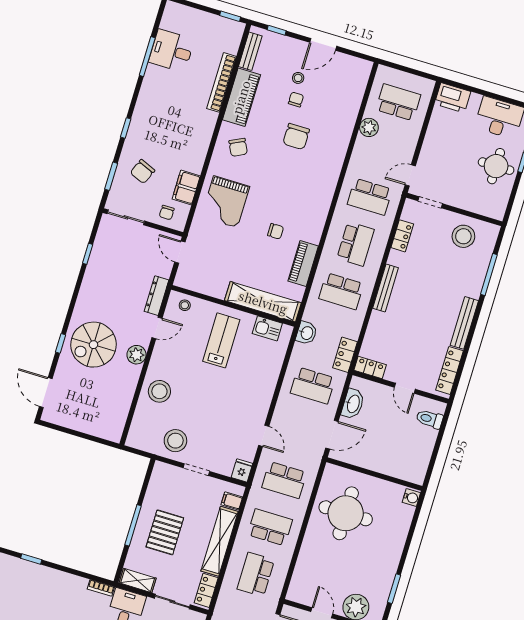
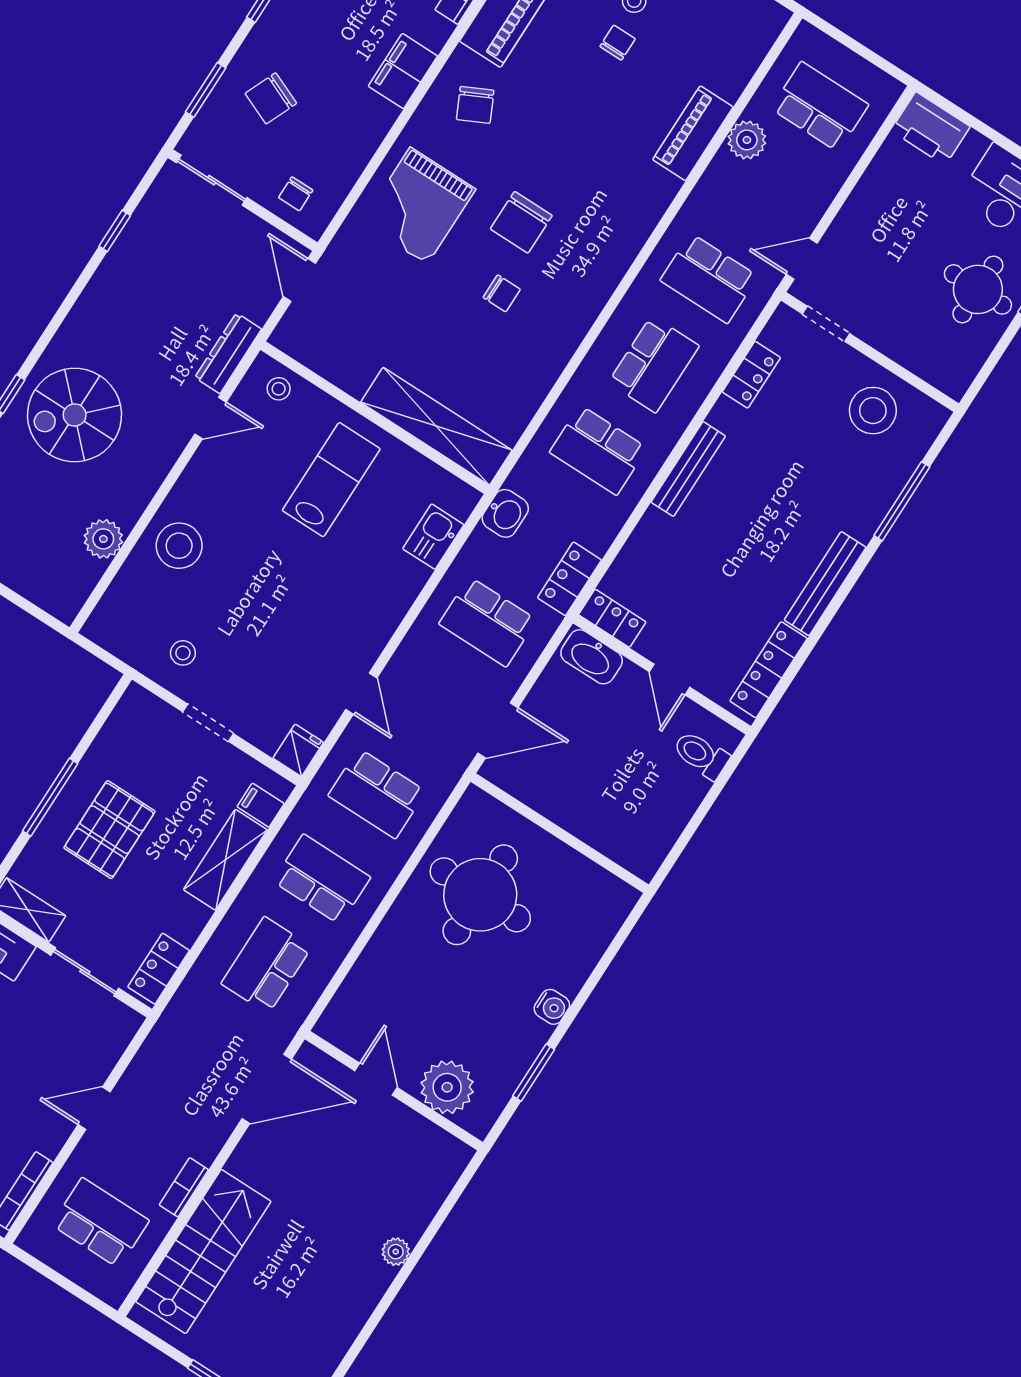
chair: (296, 137) -> (521, 222), moved
filing cabinet: (186, 187) -> (403, 71), moved
piano: (303, 263) -> (693, 133), moved
kitchen sink: (267, 328) -> (433, 537), moved, turned 90
plant: (136, 355) -> (103, 539), moved
washbasin: (353, 404) -> (592, 657), moved, turned 90
stool: (175, 441) -> (183, 653), width x0.53, depth x0.53
water cooler: (411, 498) -> (552, 1007), moved
shelving: (220, 541) -> (225, 860), width x0.68

